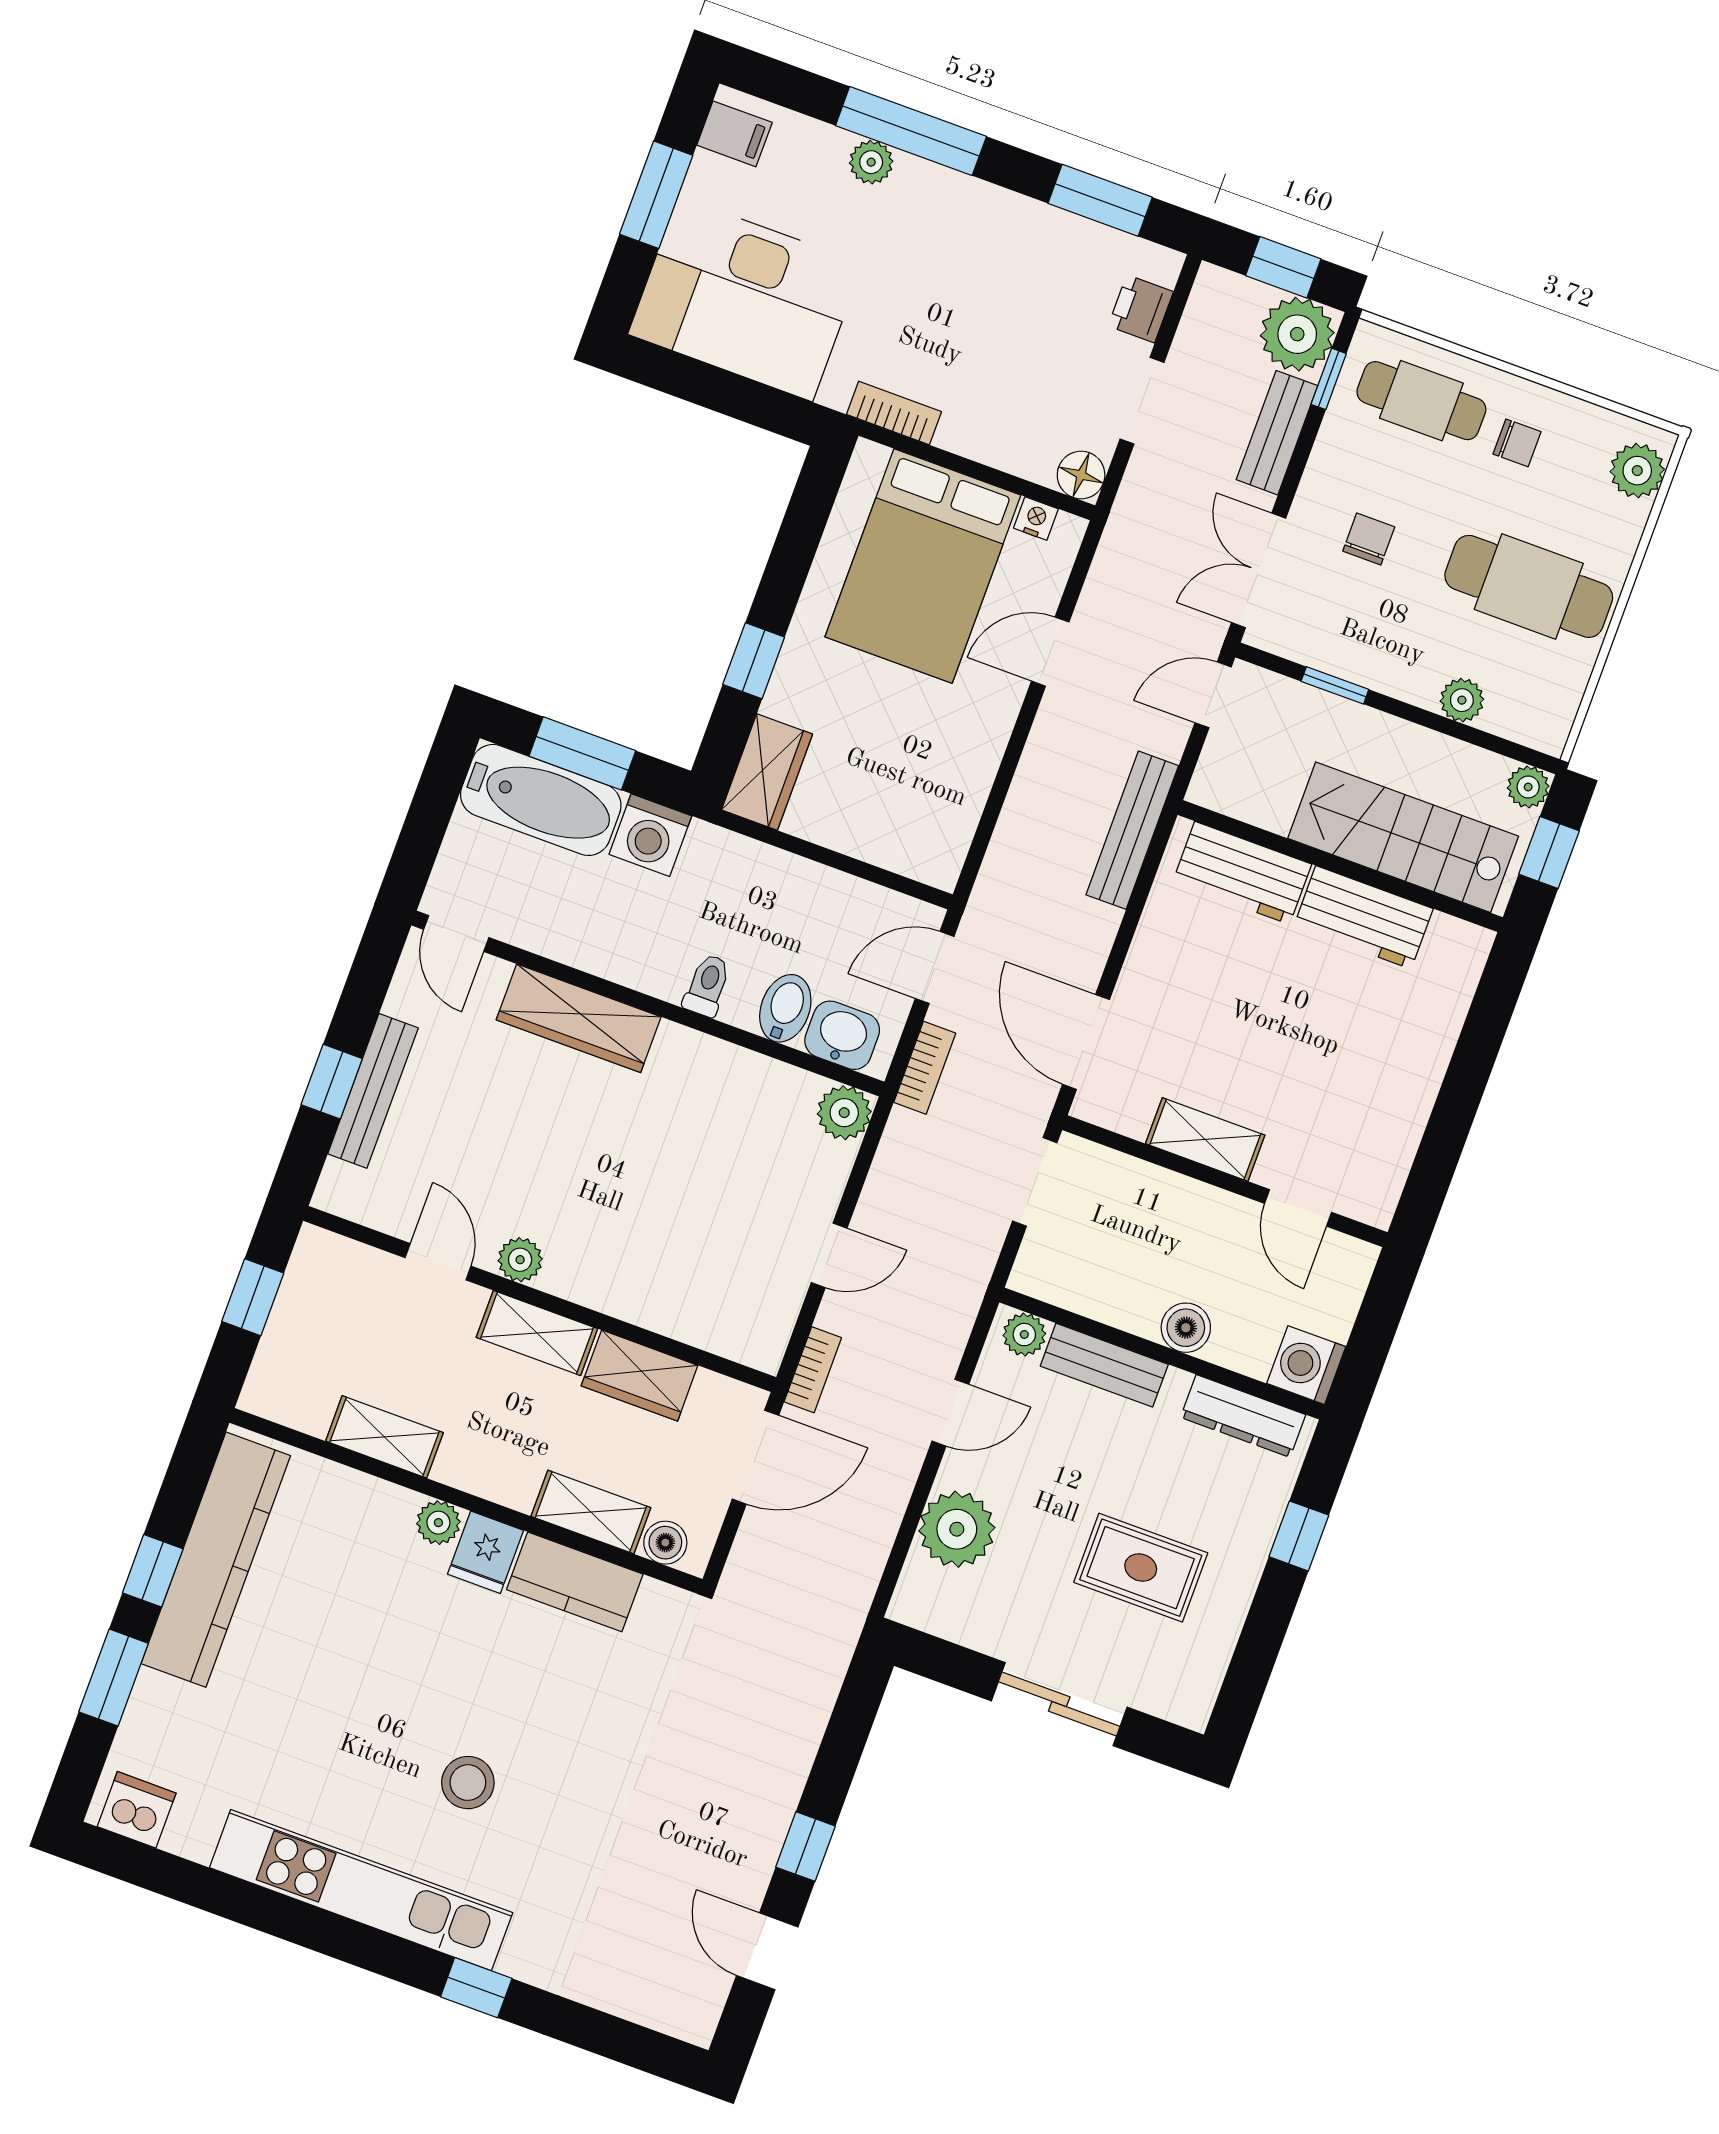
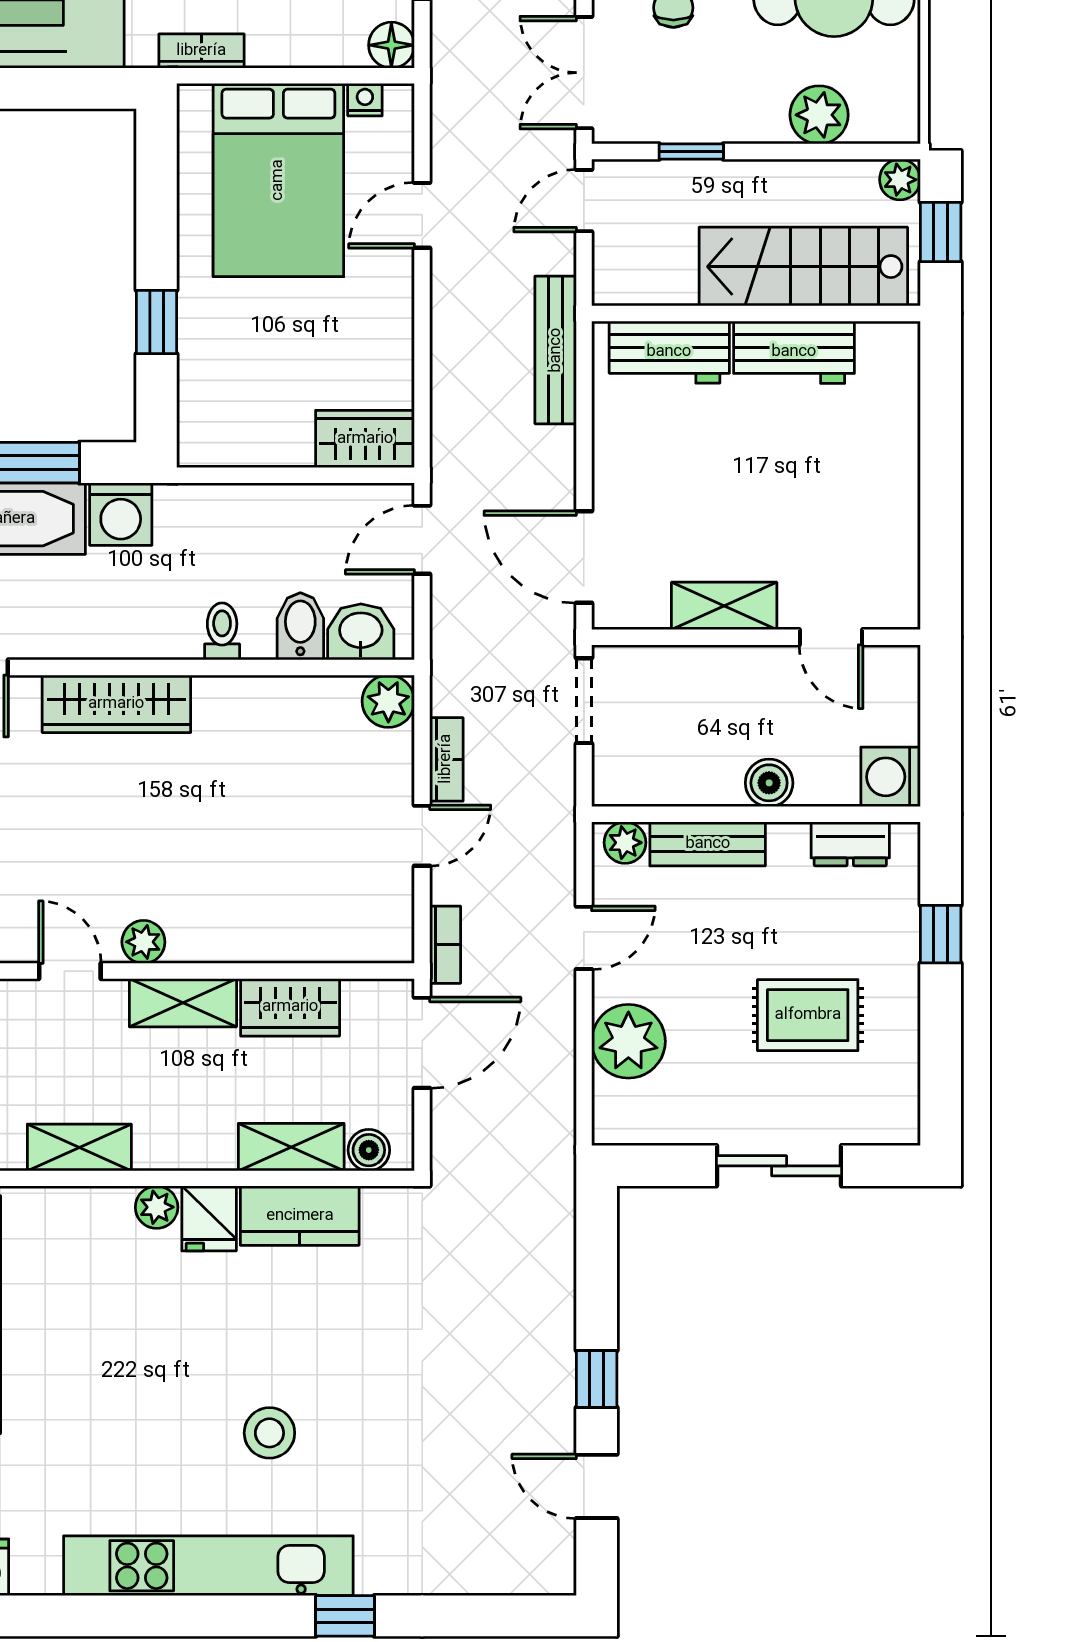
plant: (1462, 700) -> (819, 115), width x1.38, depth x1.38
wardrobe: (767, 772) -> (365, 439), moved, turned -90
bookcase: (925, 1068) -> (446, 759), moved
dresser: (1243, 1416) -> (850, 844), width x0.70

